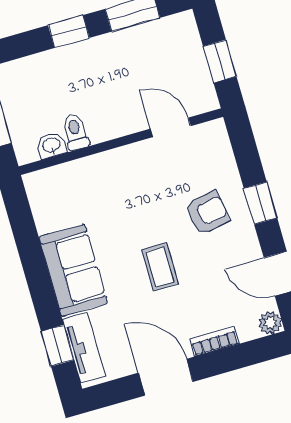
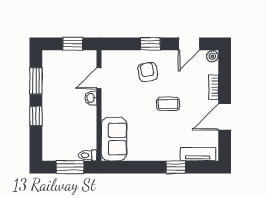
toilet: (75, 132) -> (88, 155), moved
washbasin: (51, 145) -> (91, 98), moved
sofa: (73, 270) -> (114, 139), moved, turned 90
window: (57, 346) -> (176, 167), moved

